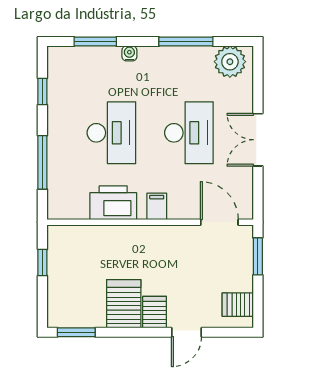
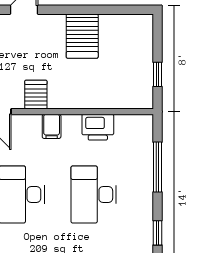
printer: (113, 203) -> (98, 127), width x0.73, depth x0.84
server rack: (155, 312) -> (36, 95), moved, turned 180
window: (76, 332) -> (126, 10), removed

